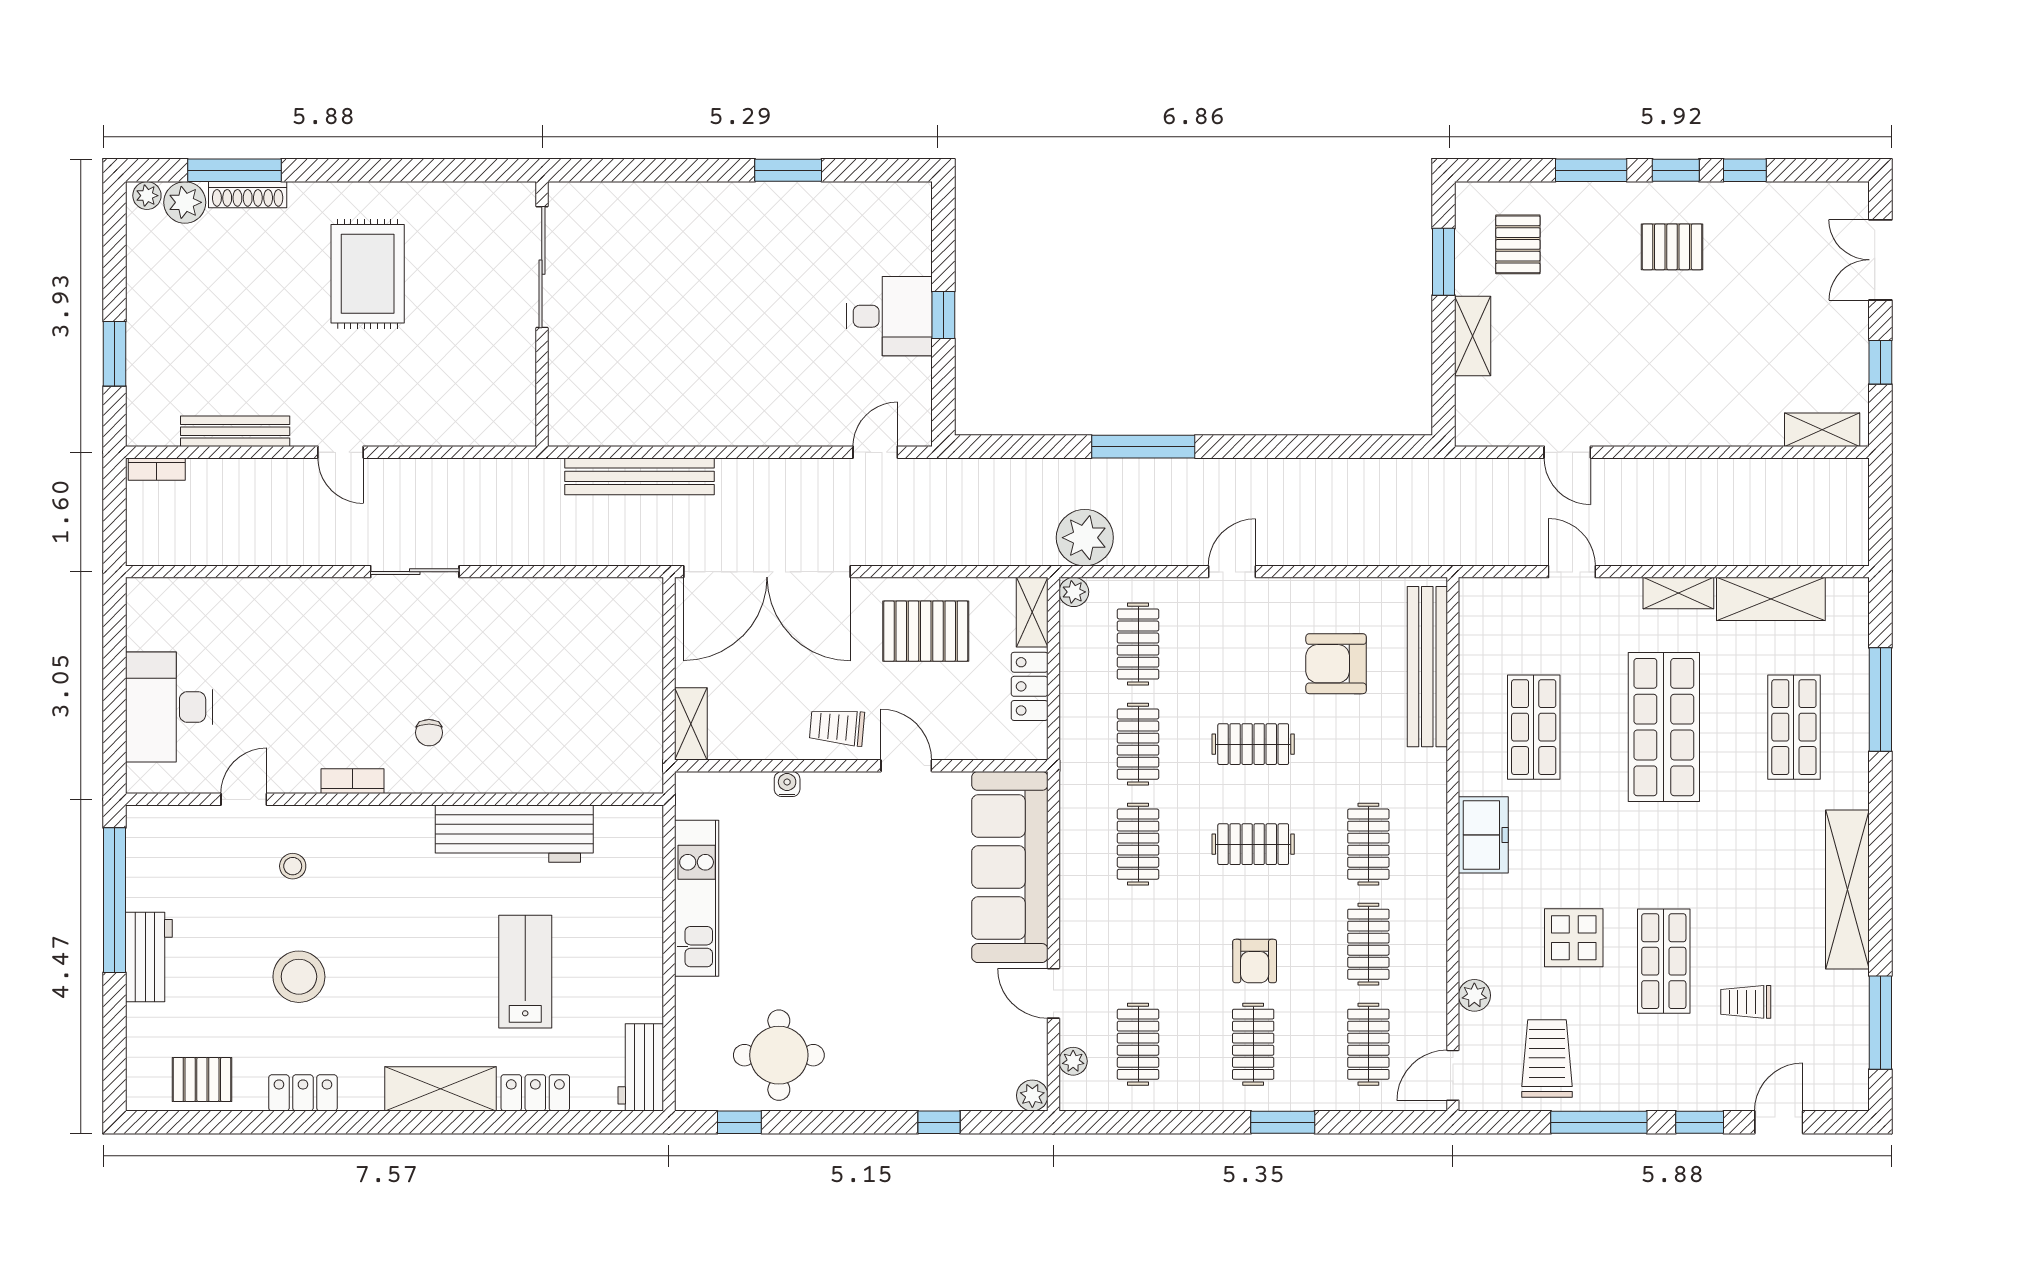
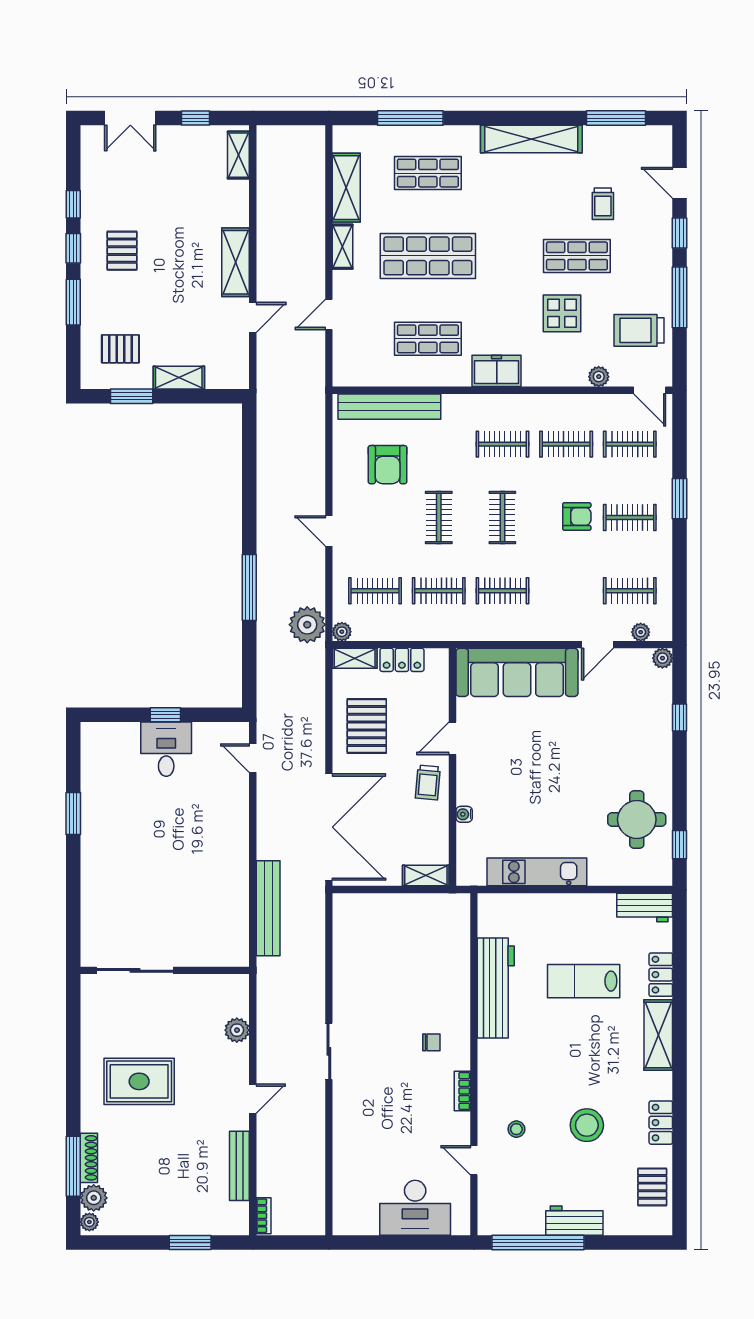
shelving: (1654, 425) -> (236, 262), added
plant: (448, 427) -> (237, 1030), added

